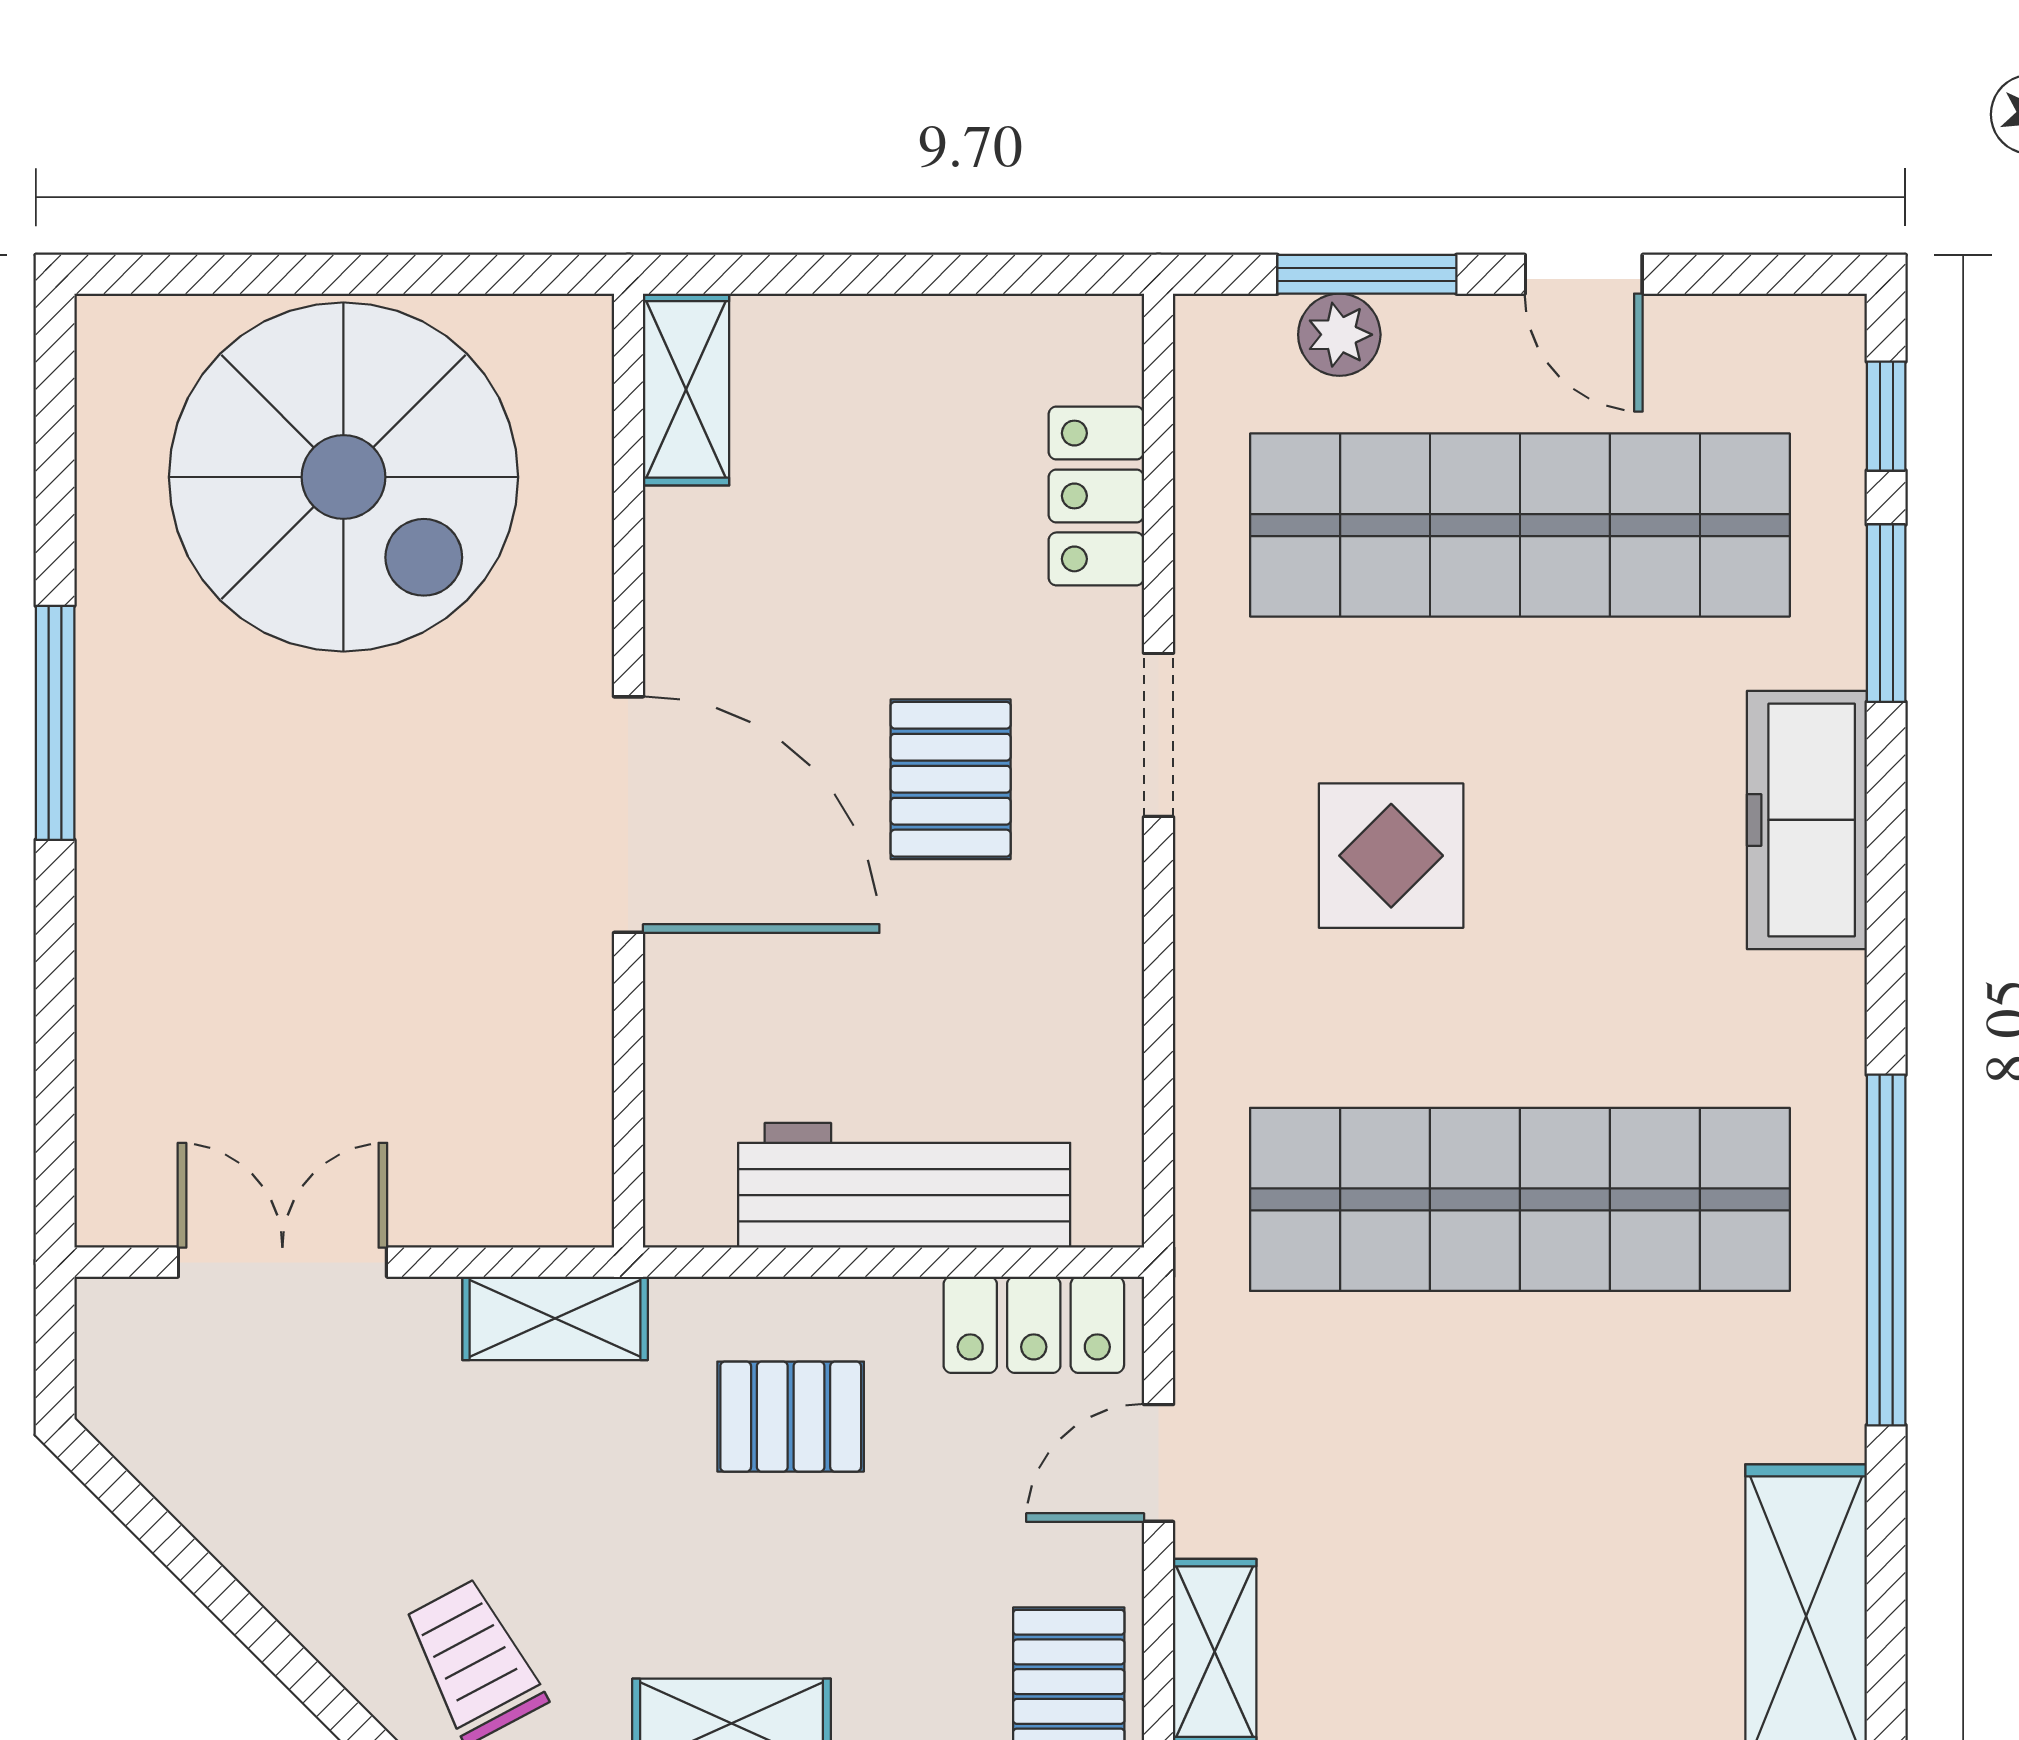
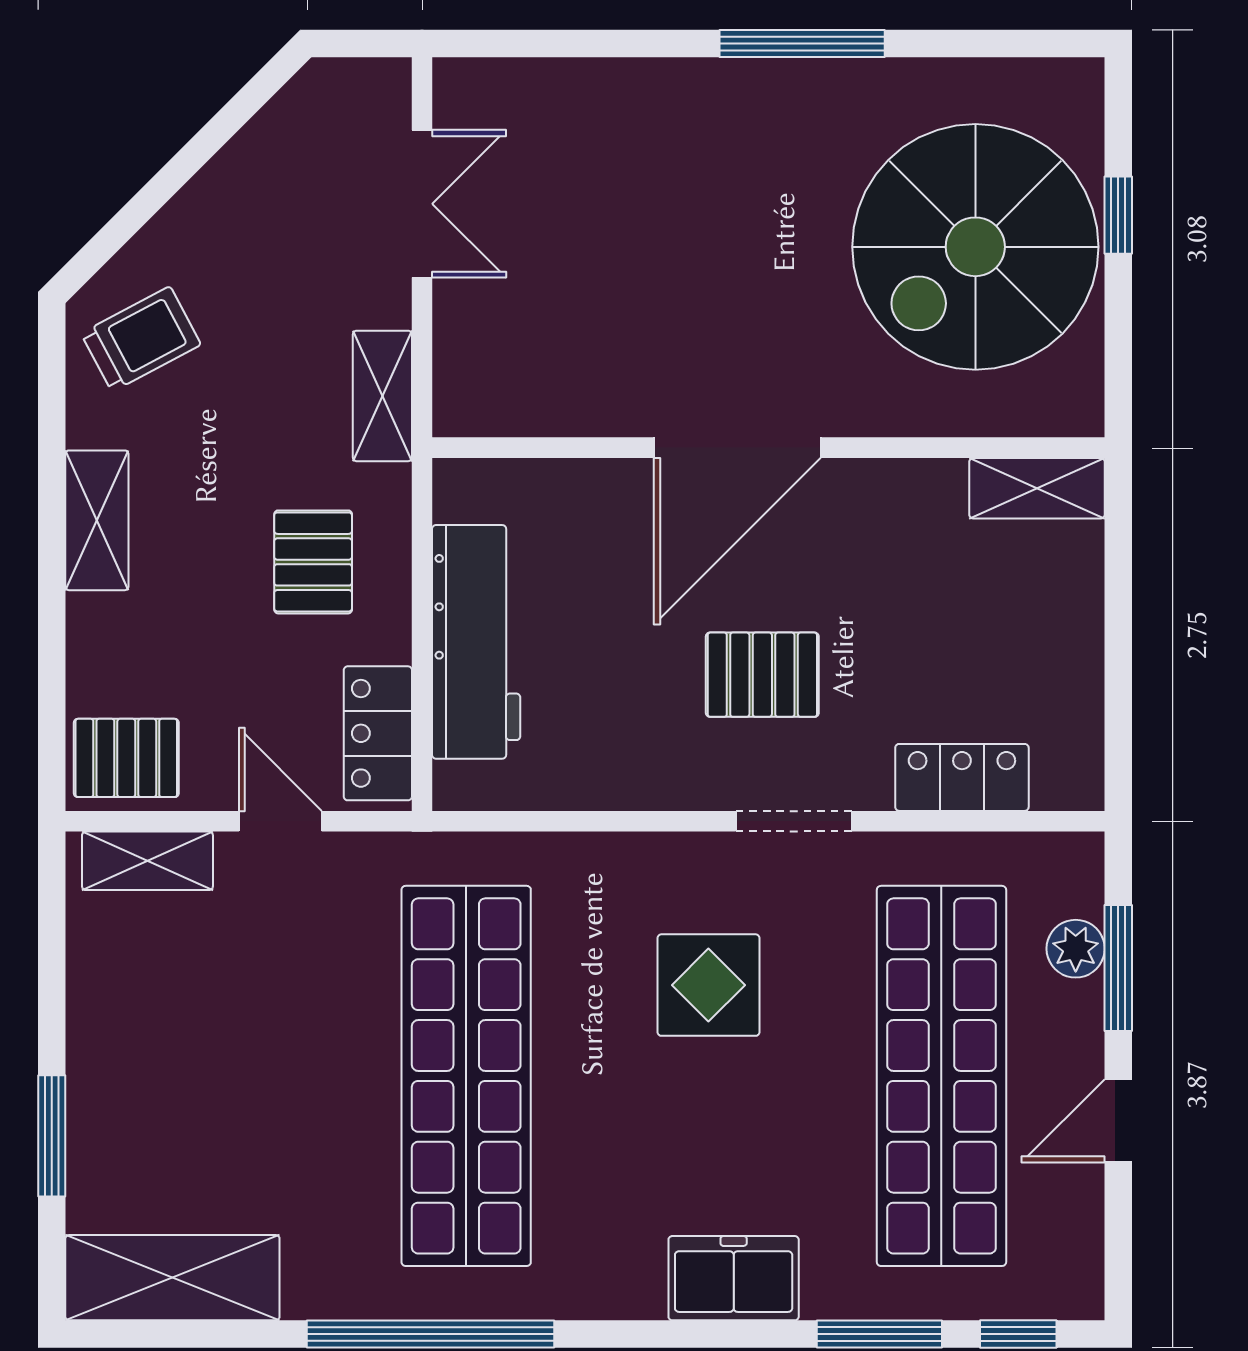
window: (299, 274) -> (1118, 215), added
freezer: (1807, 820) -> (734, 1278), width x0.71

